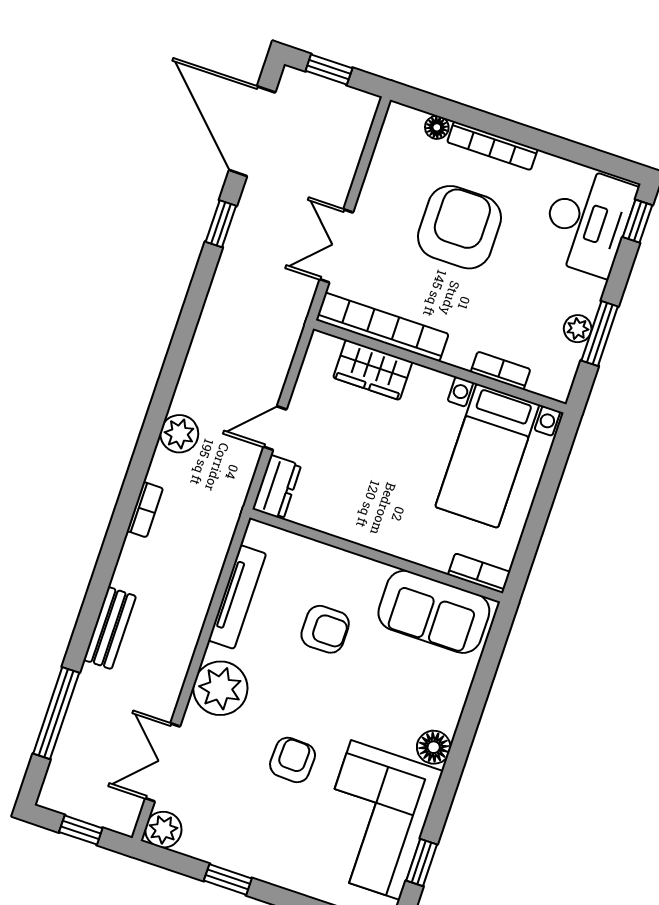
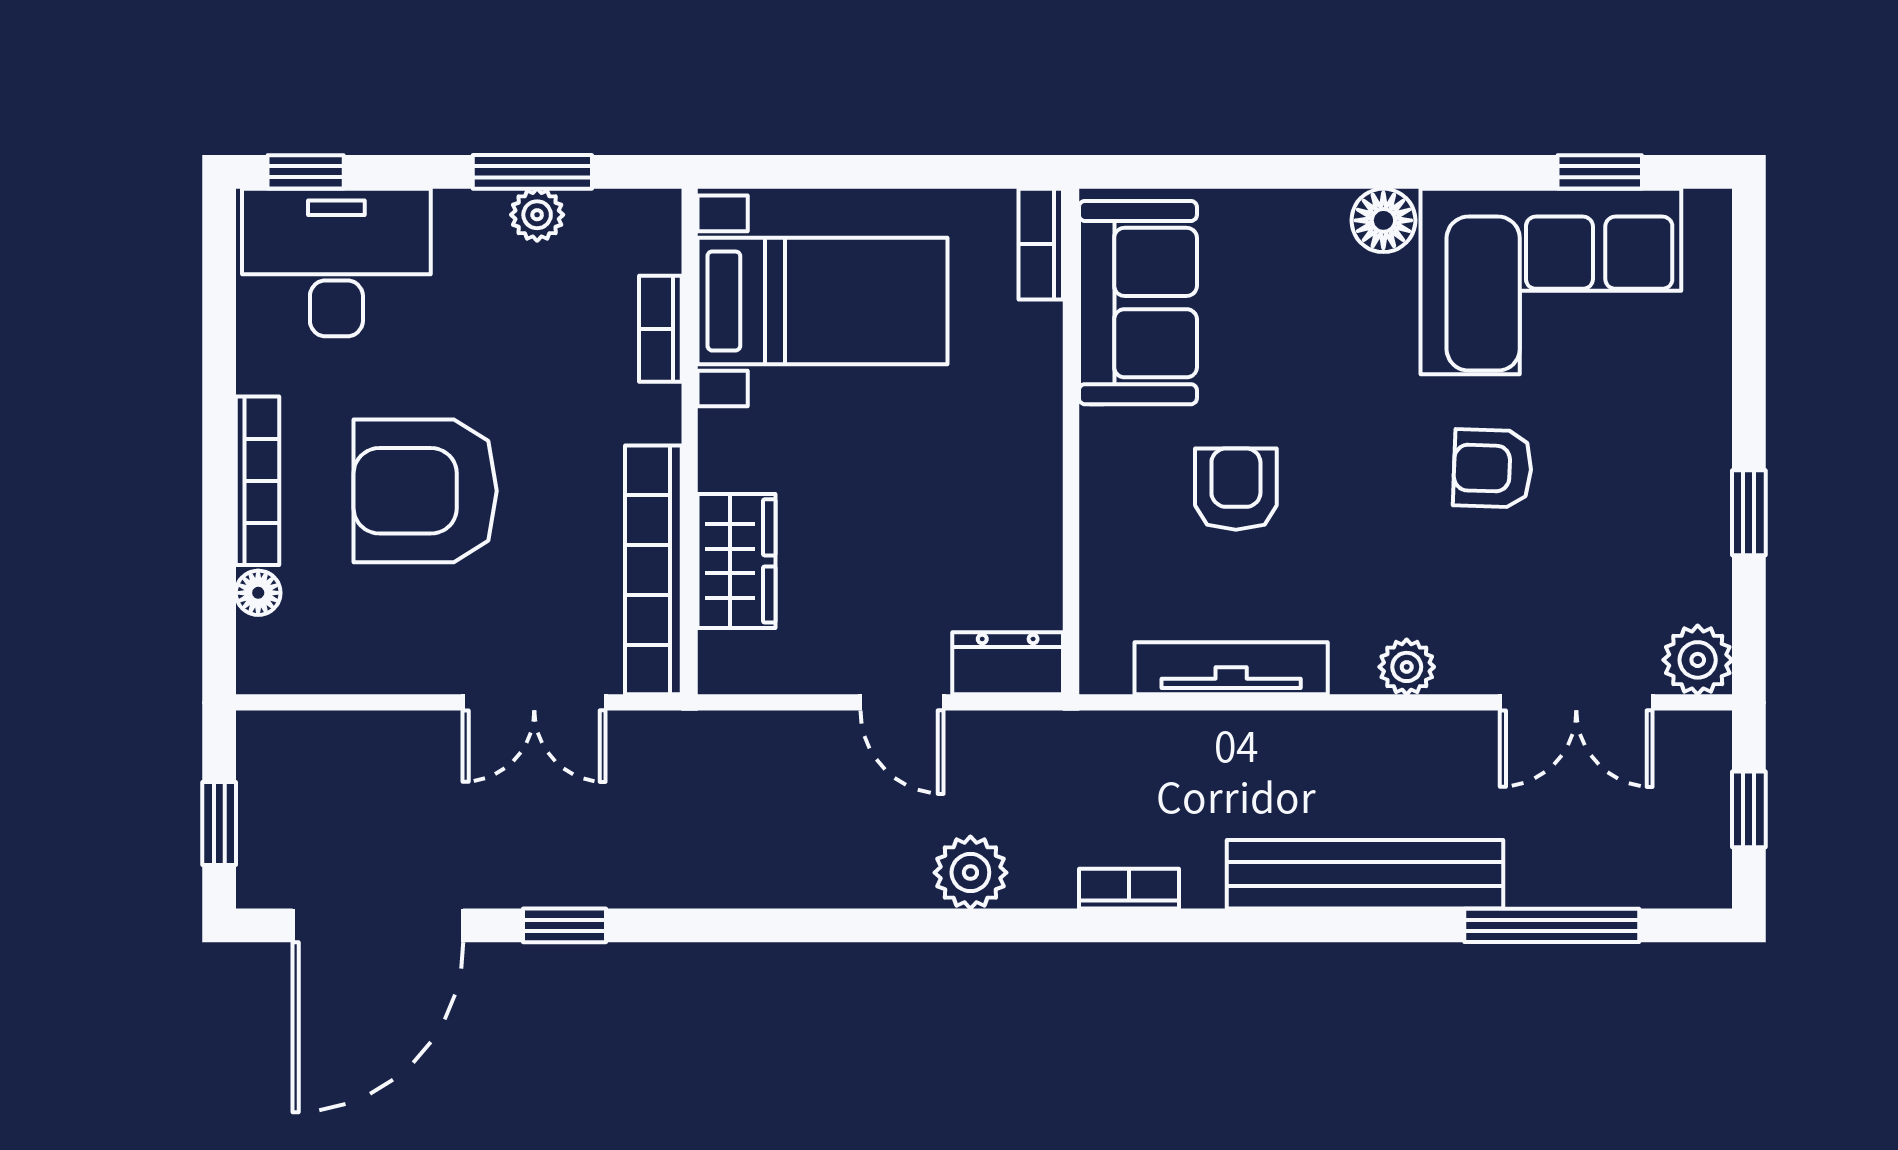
bench: (110, 628) -> (1365, 874), width x1.86, depth x1.21
plant: (220, 688) -> (1407, 667), width x0.53, depth x0.53

